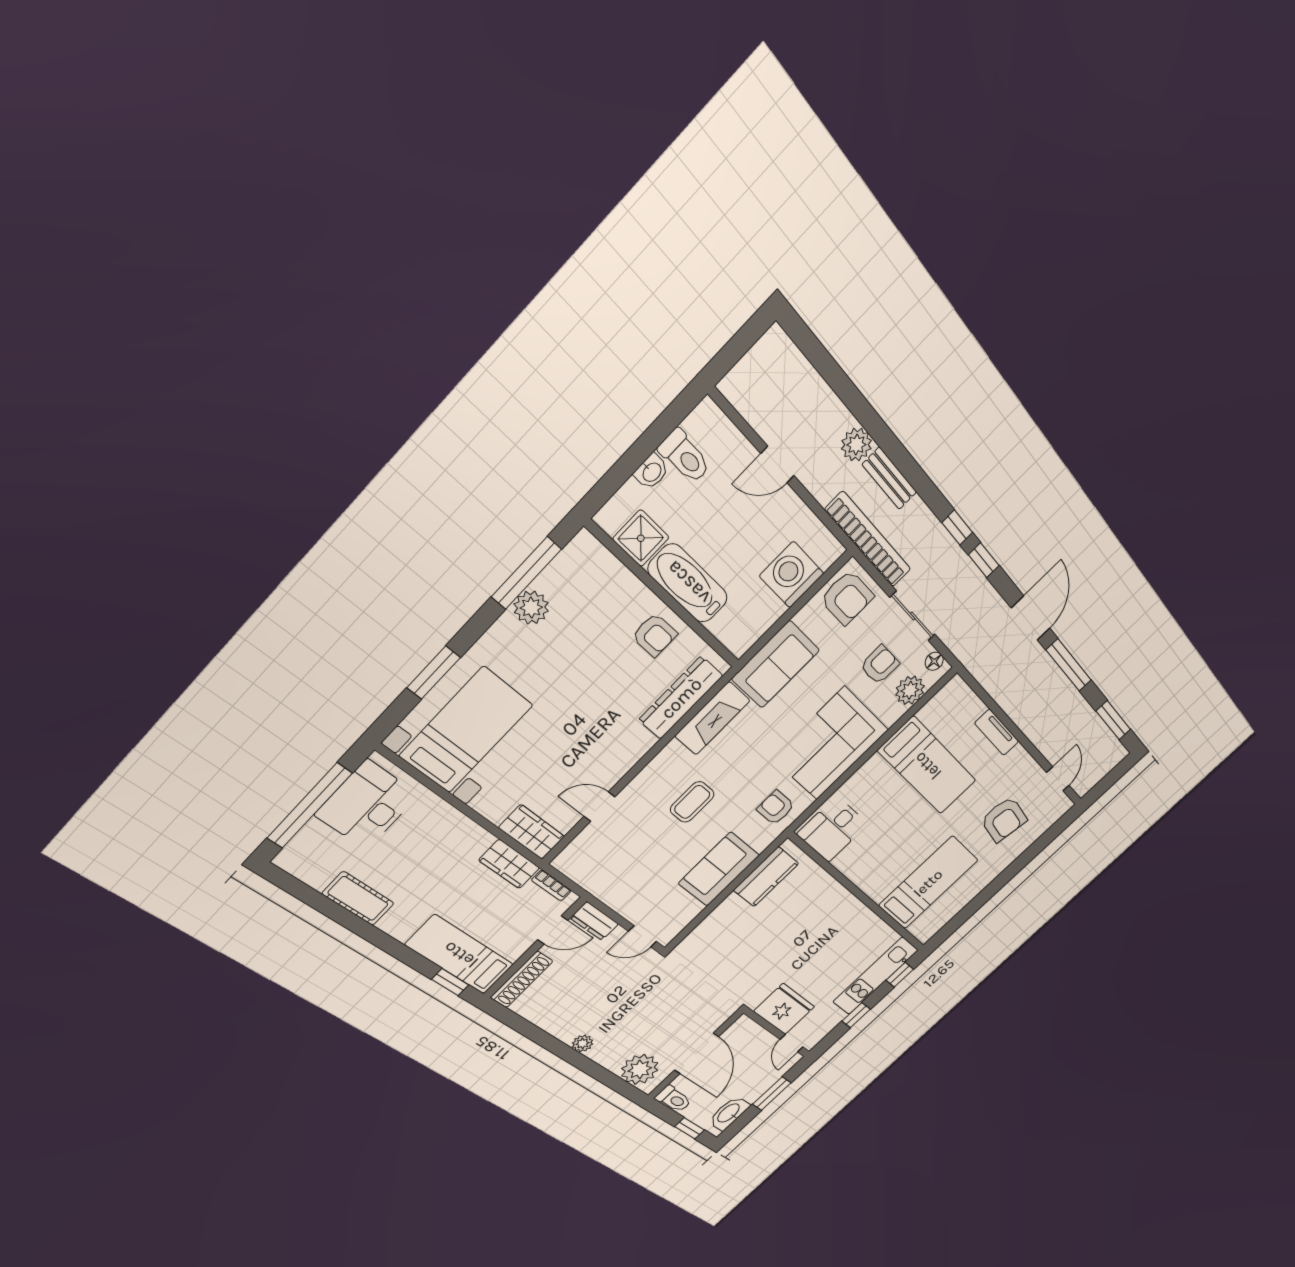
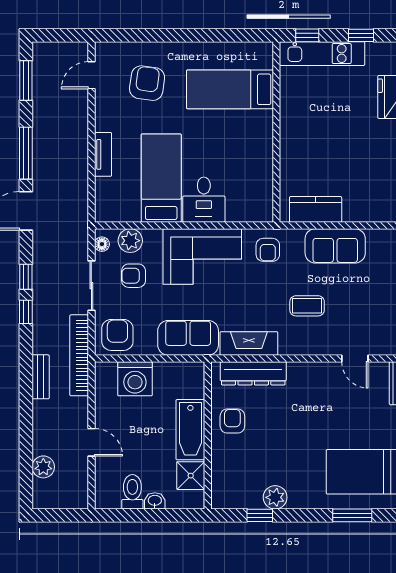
plant: (856, 445) -> (43, 467), moved
window: (526, 573) -> (260, 515), width x0.46
desk: (832, 829) -> (204, 200), moved, turned 90

